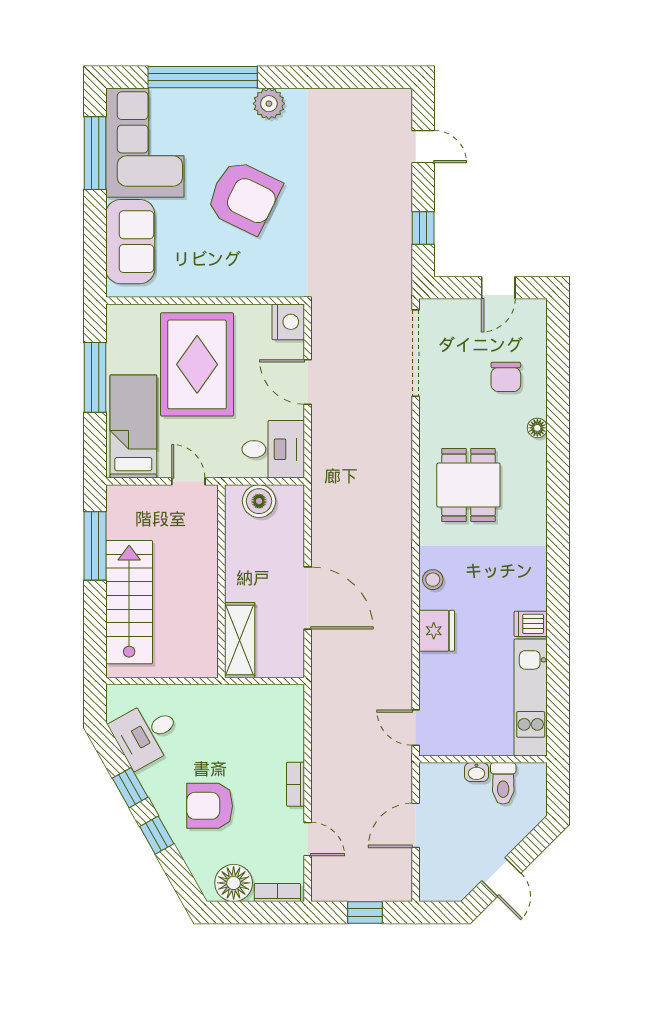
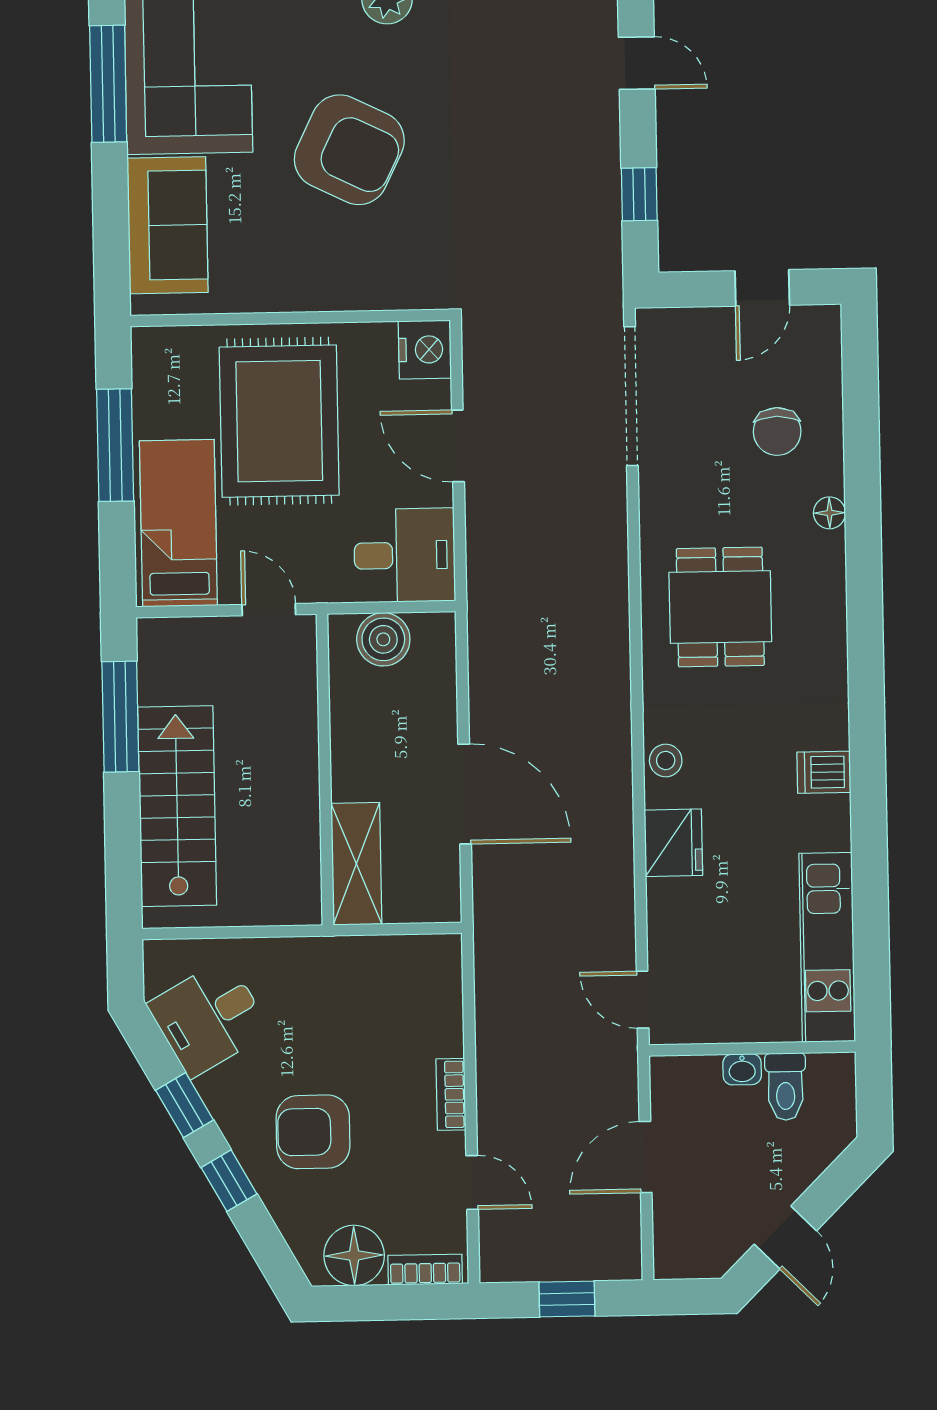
dishwasher: (531, 624) -> (824, 772), moved

